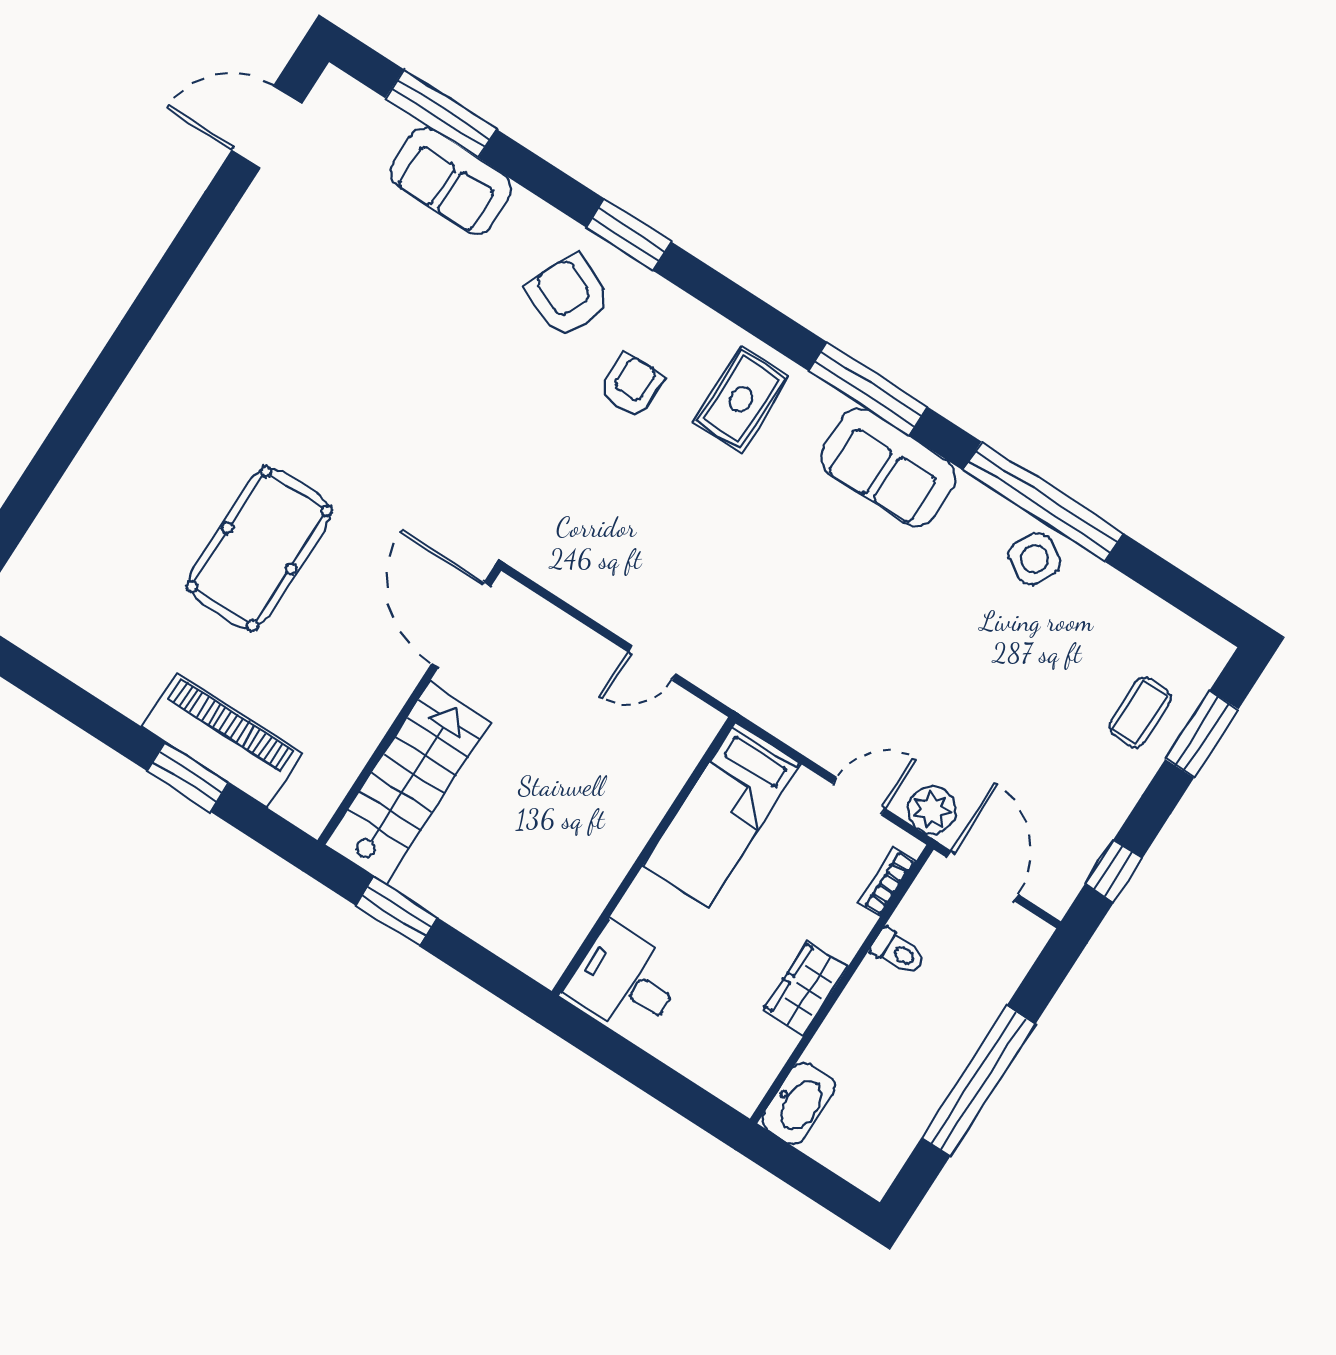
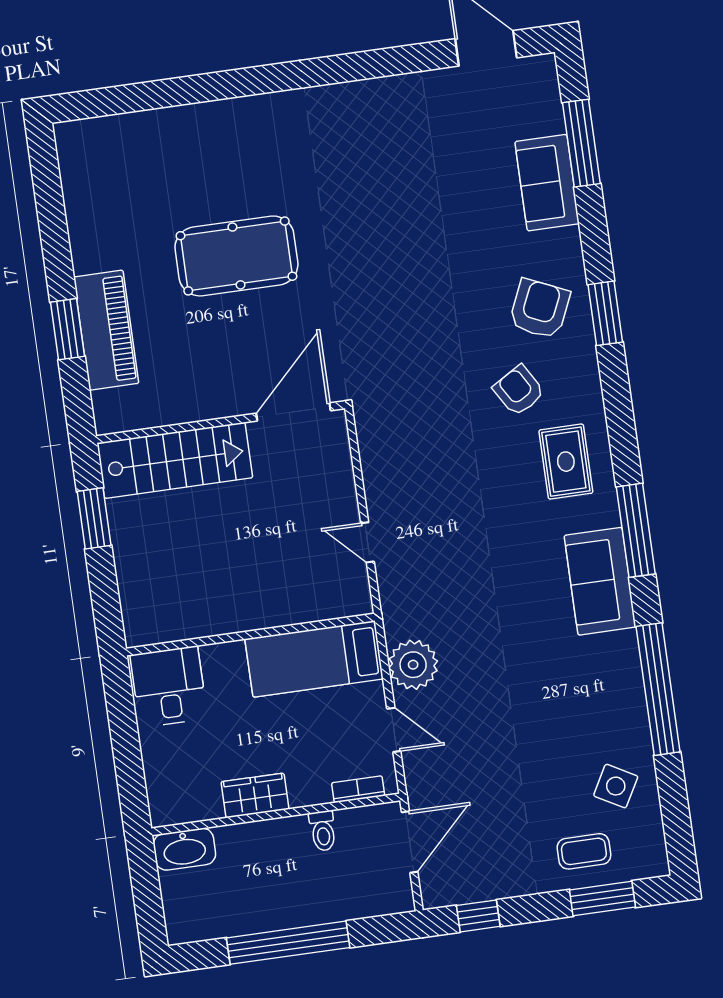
armchair: (631, 385) -> (519, 391), turned -121
rug: (741, 399) -> (566, 462), turned 90
side table: (1034, 559) -> (616, 786), moved
plant: (932, 810) -> (413, 665), moved, width x1.36, depth x1.36

